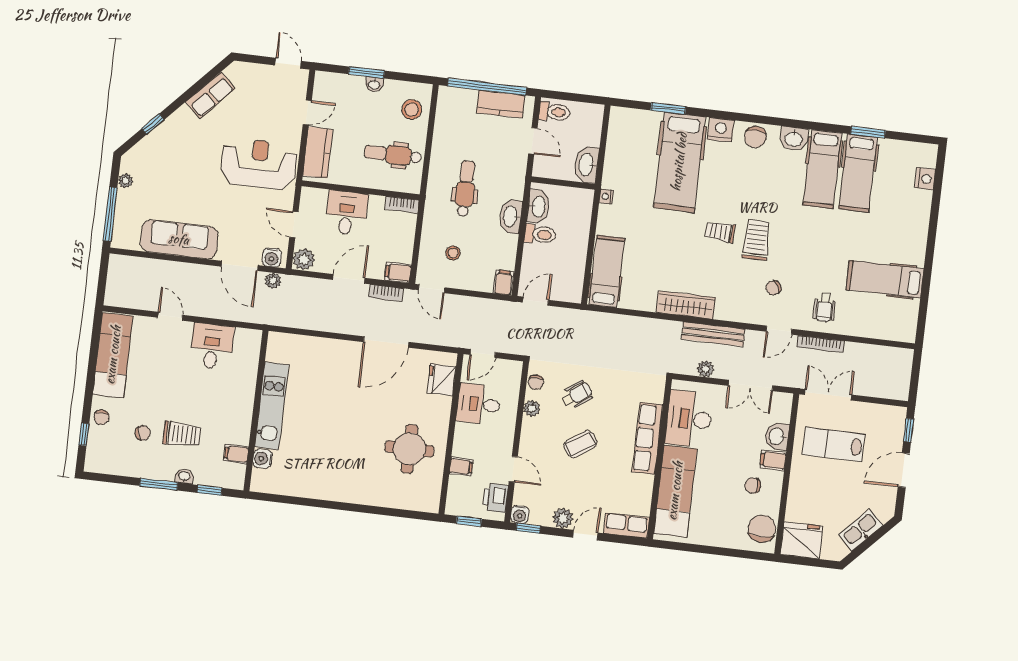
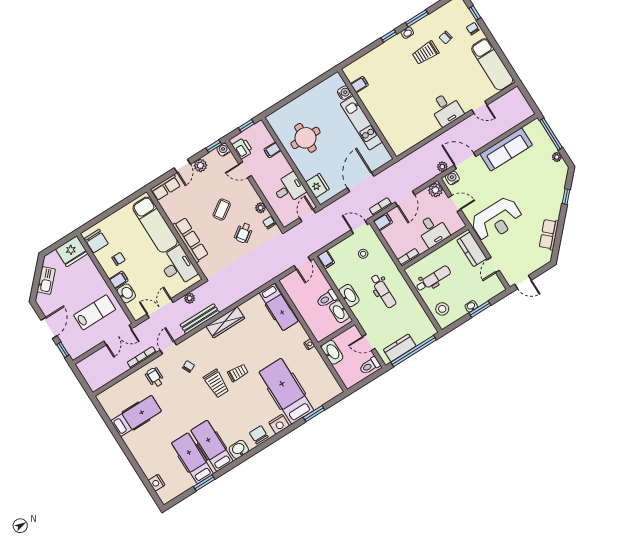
kitchen unit: (272, 406) -> (361, 123), moved
wall: (256, 411) -> (367, 114), moved
filing cabinet: (236, 454) -> (359, 84), moved
water cooler: (263, 459) -> (344, 93), moved

